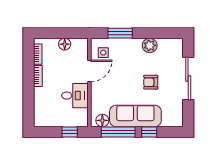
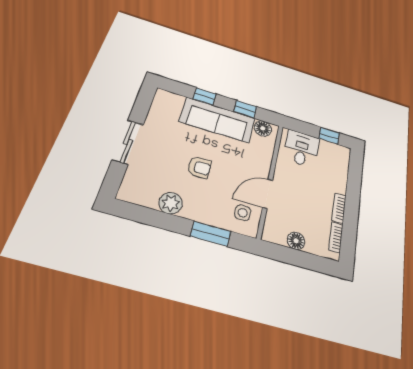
sliding door: (188, 79) -> (128, 142), width x0.73
armchair: (151, 82) -> (199, 167), moved
desk: (75, 96) -> (301, 149), moved, turned 90
window: (70, 132) -> (329, 136), moved
window: (118, 132) -> (245, 109), width x0.46

